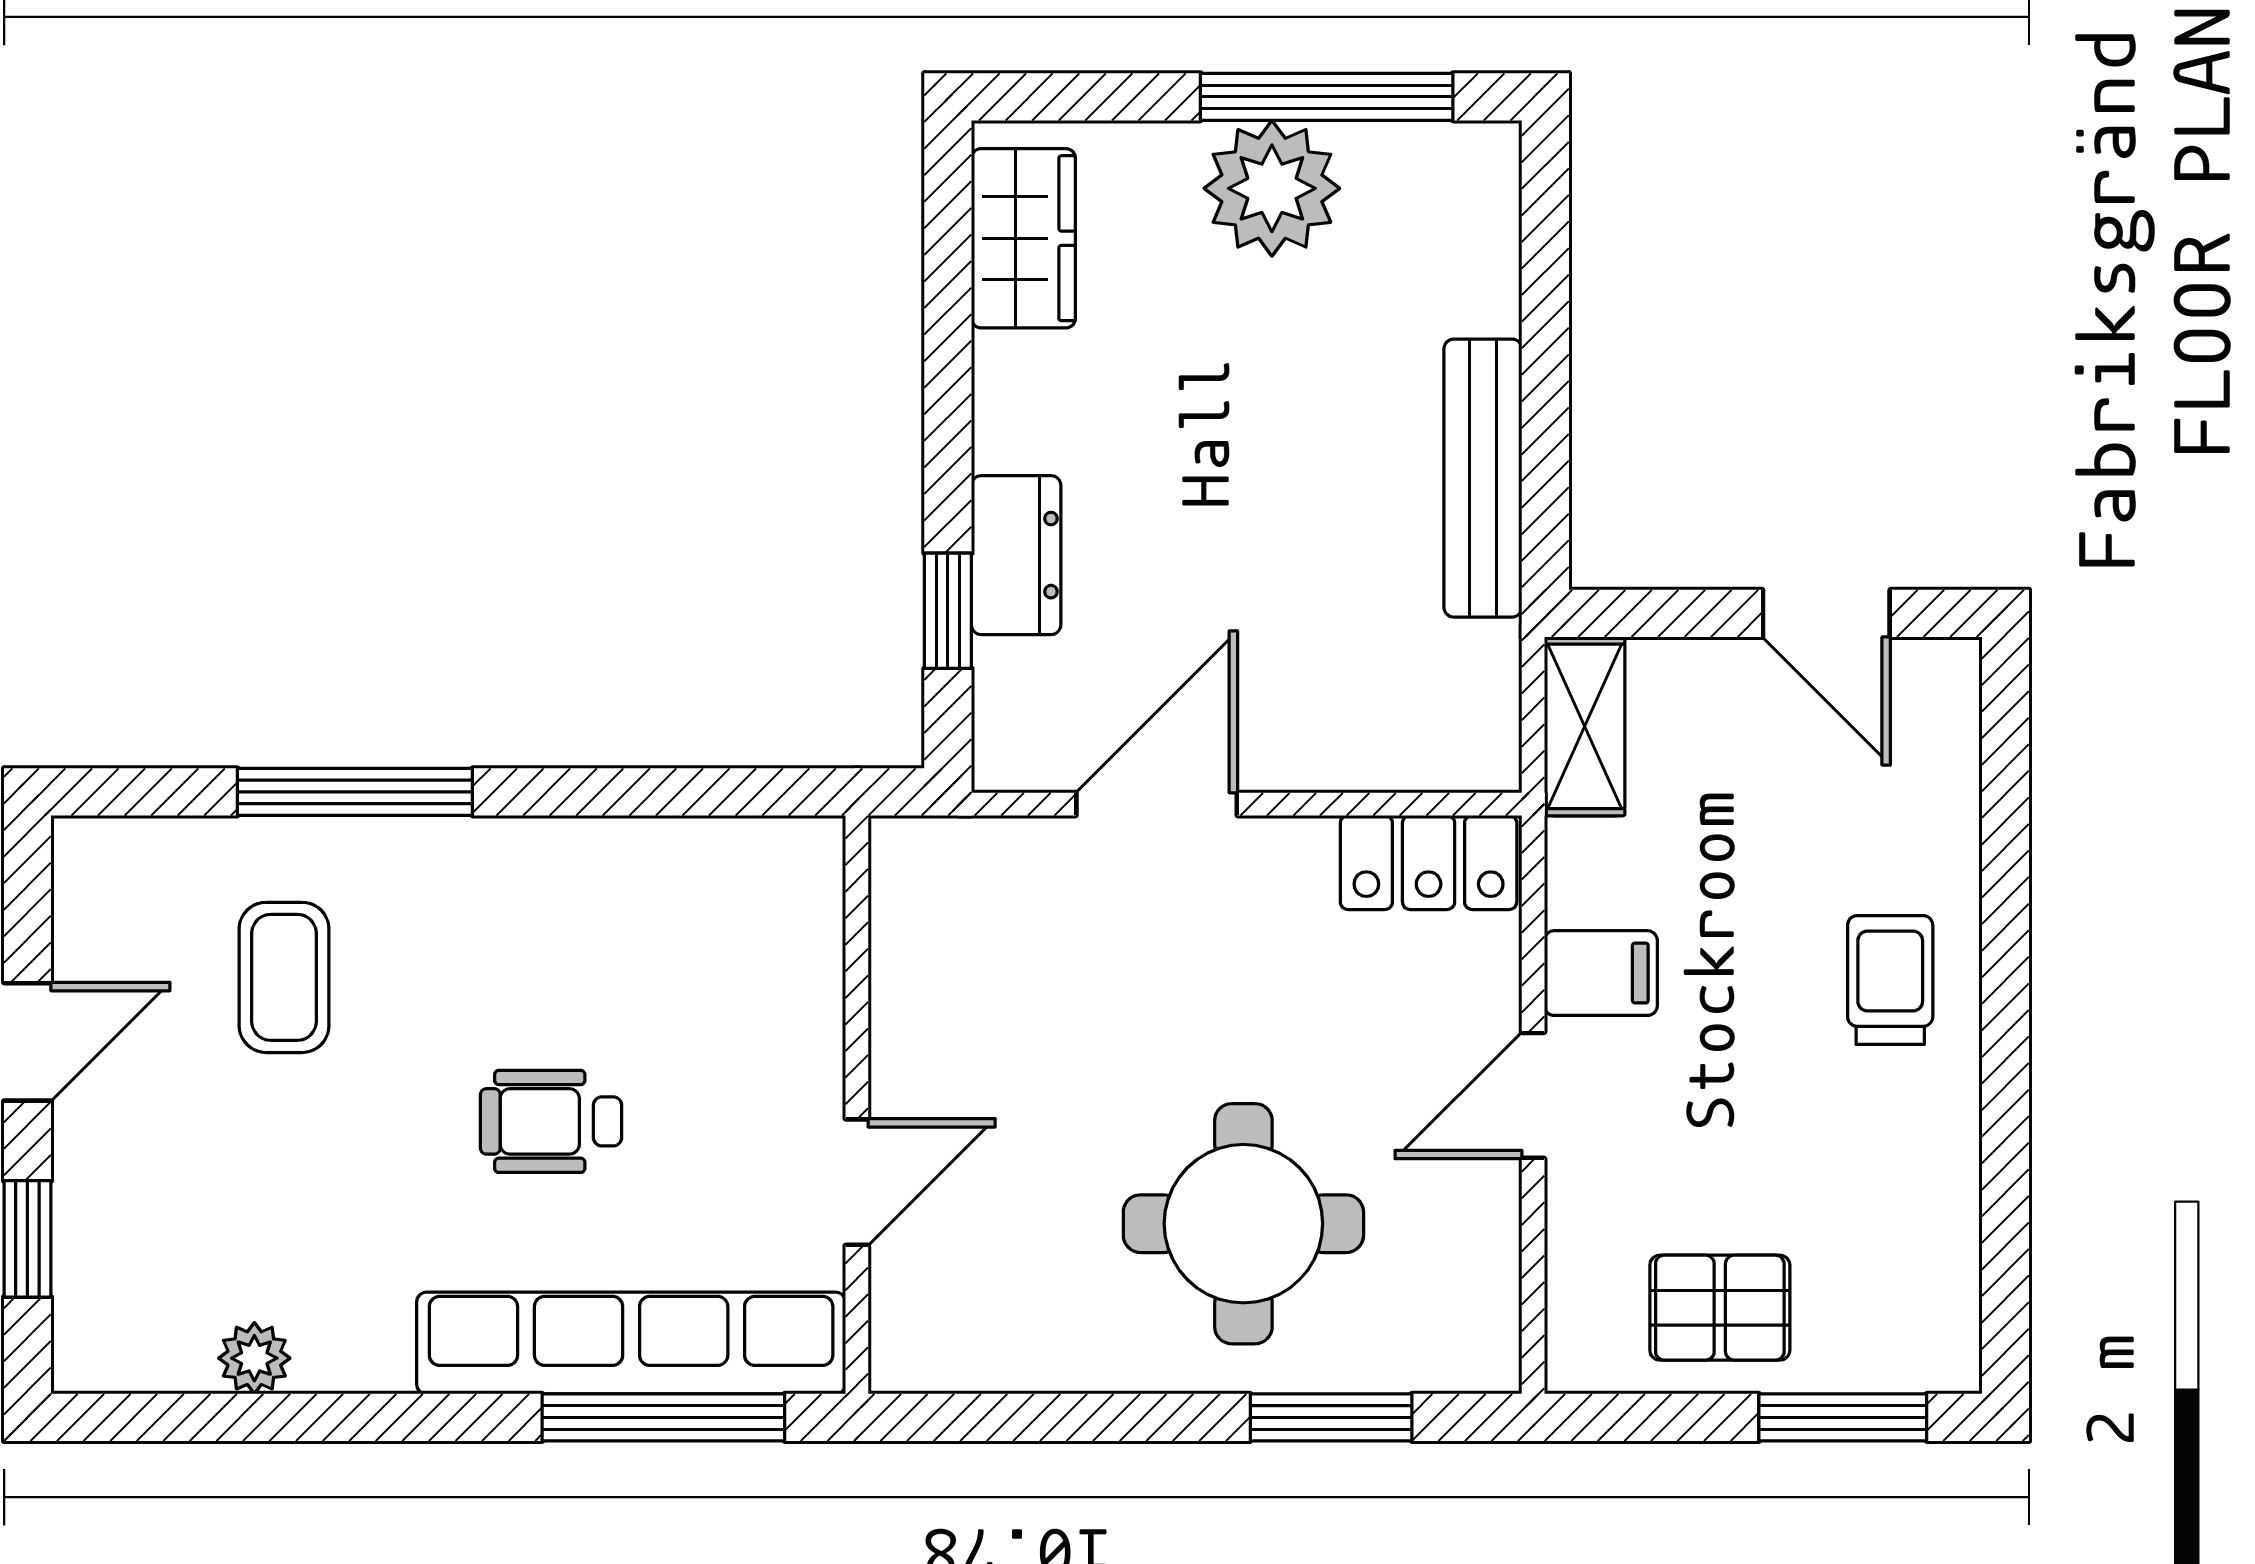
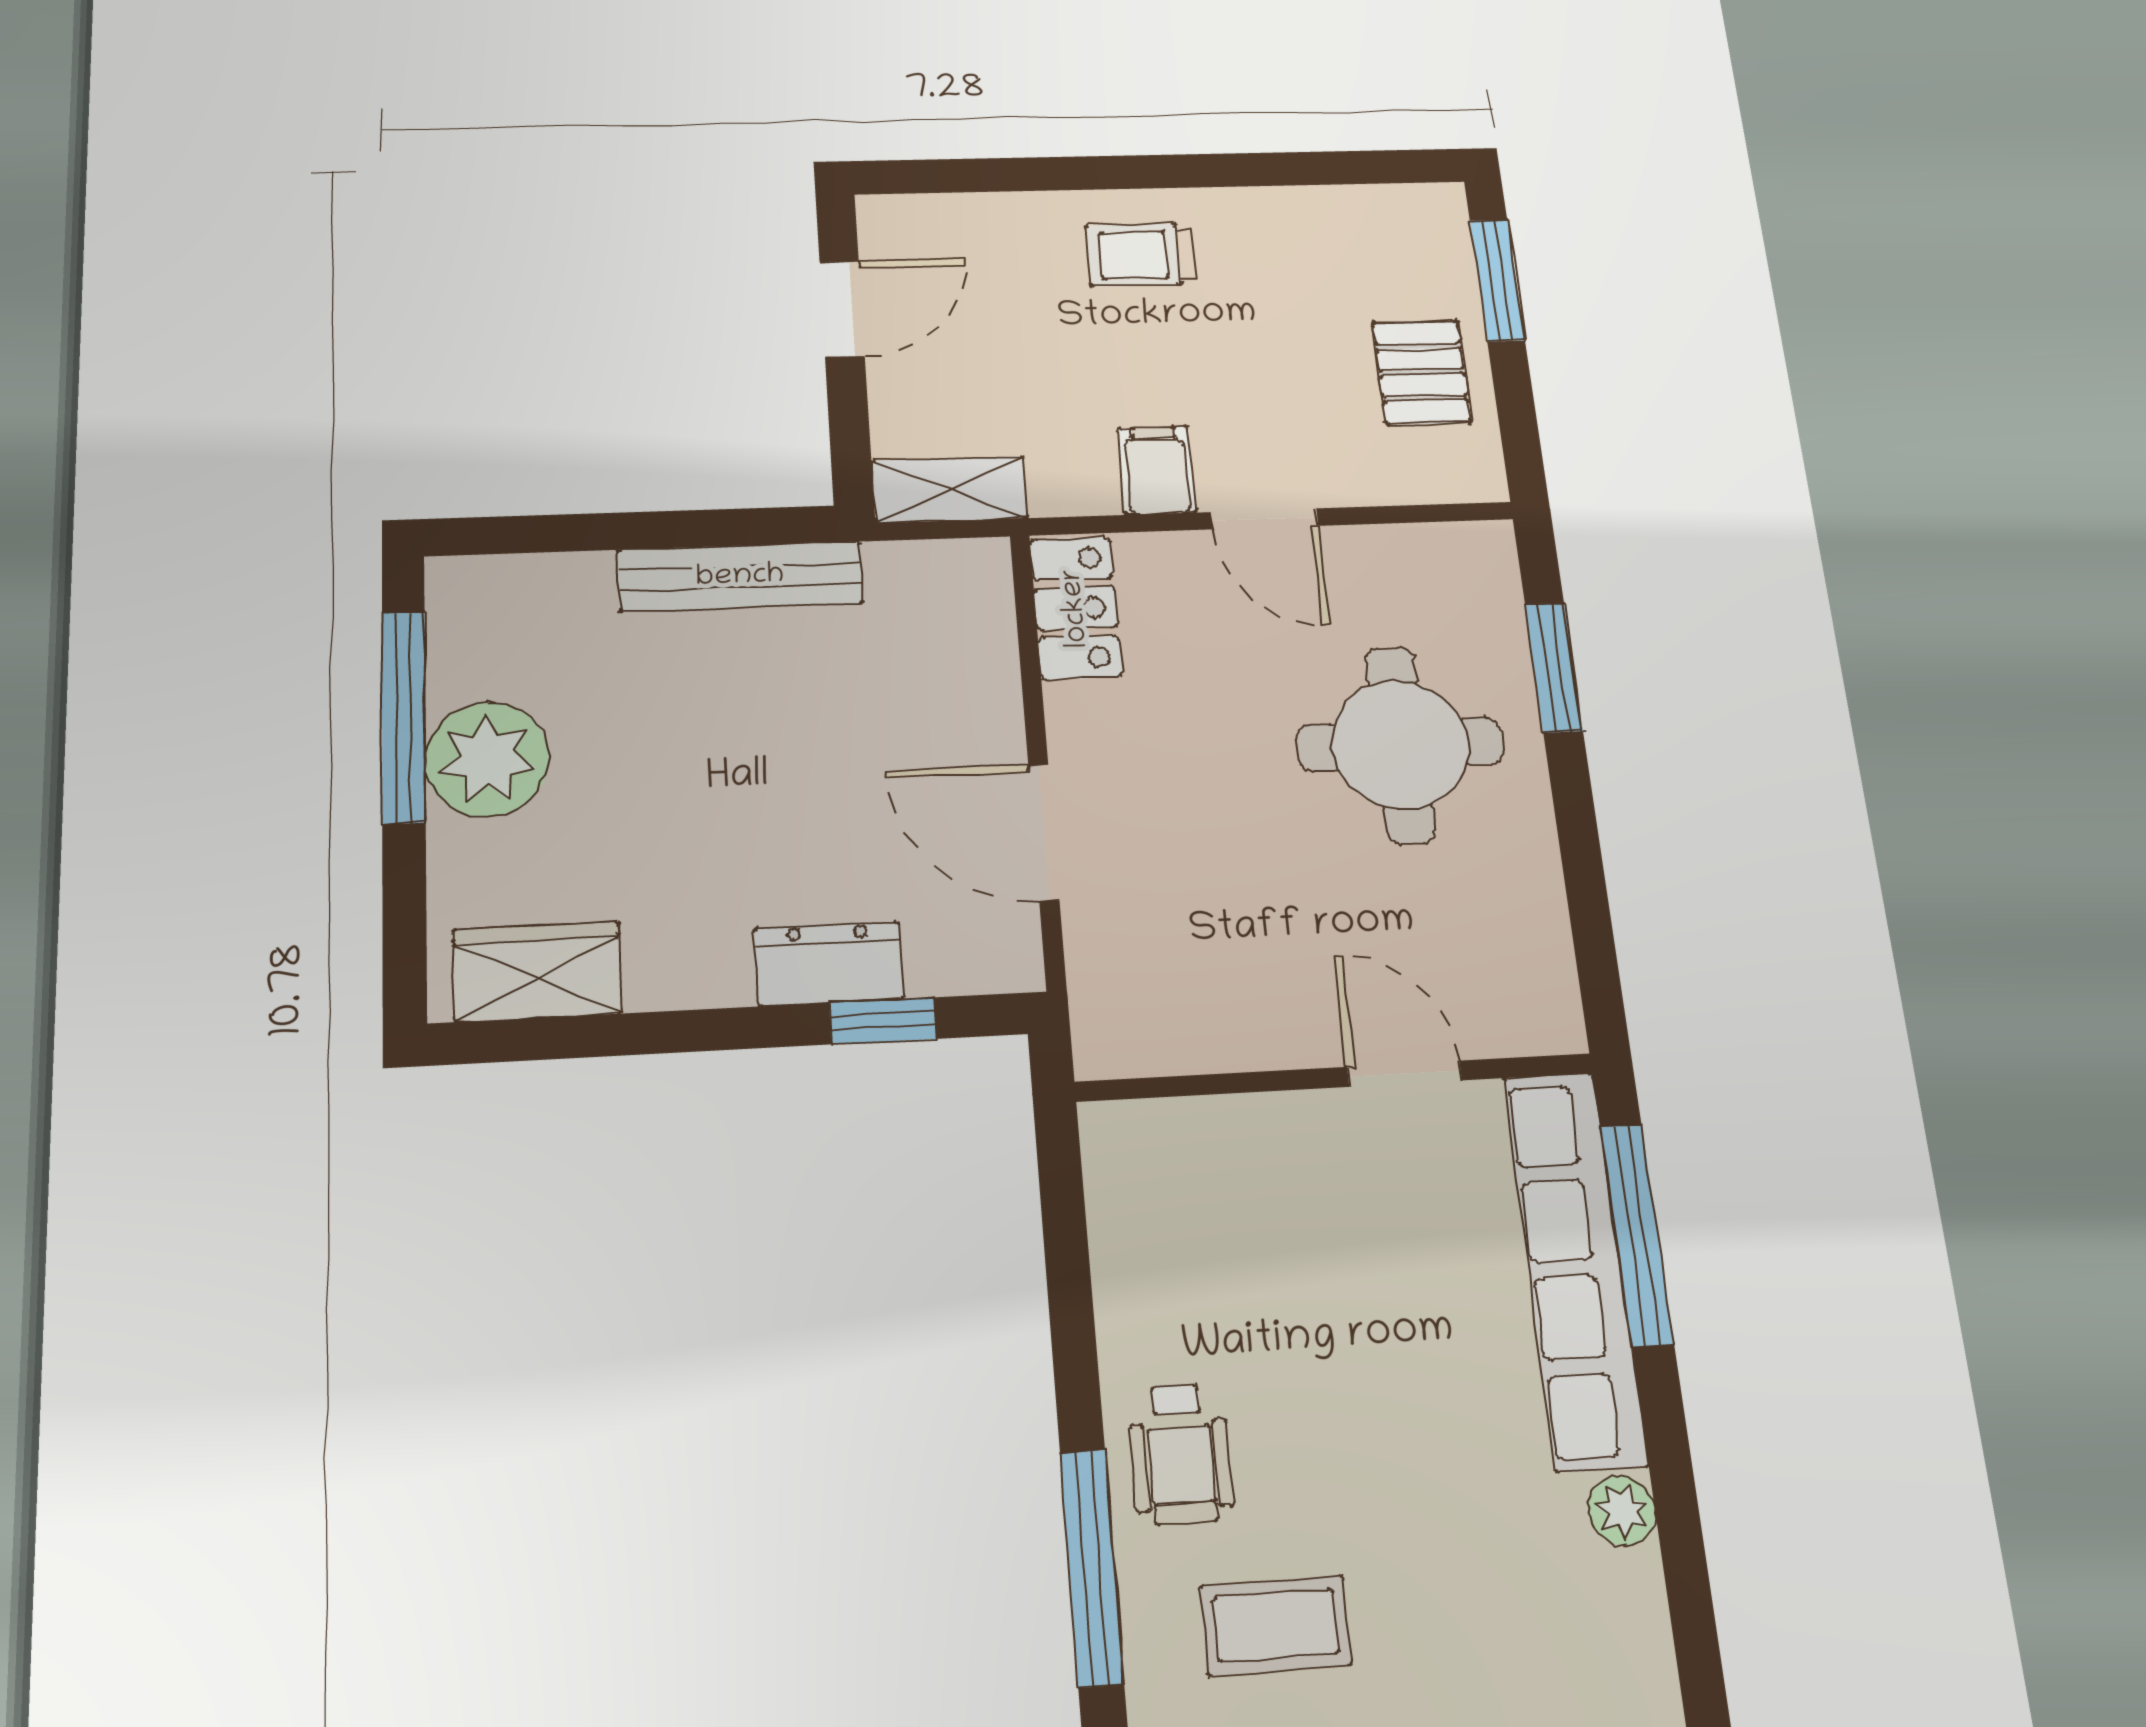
wheelchair: (551, 1121) -> (1181, 1454), moved
plant: (254, 1358) -> (1622, 1510), moved

